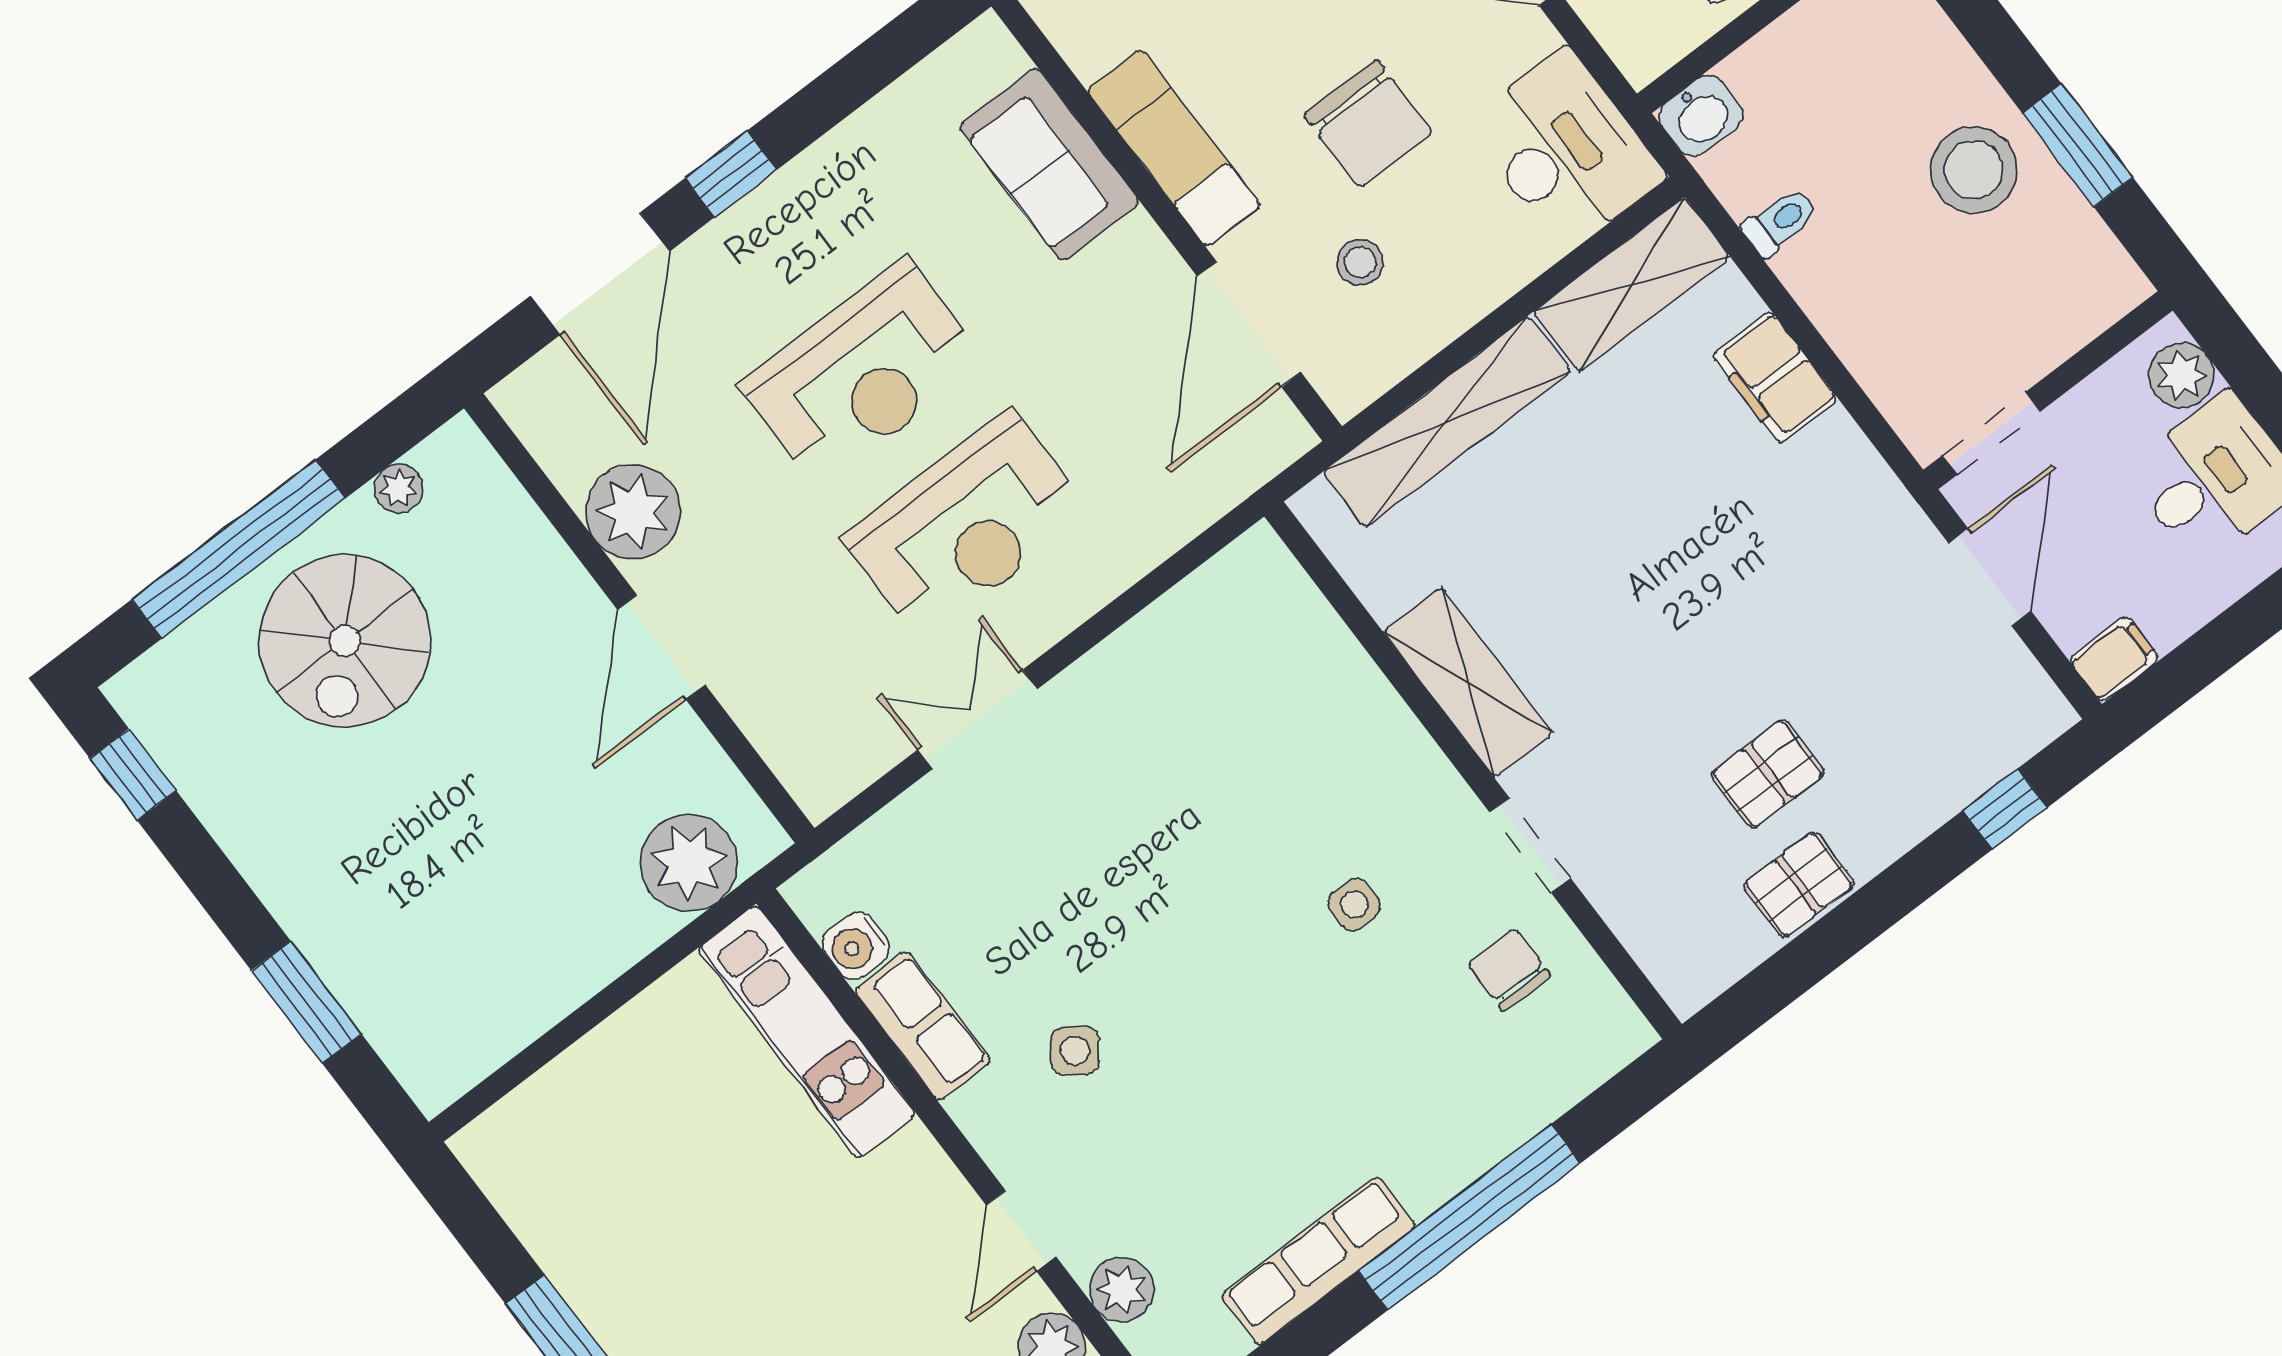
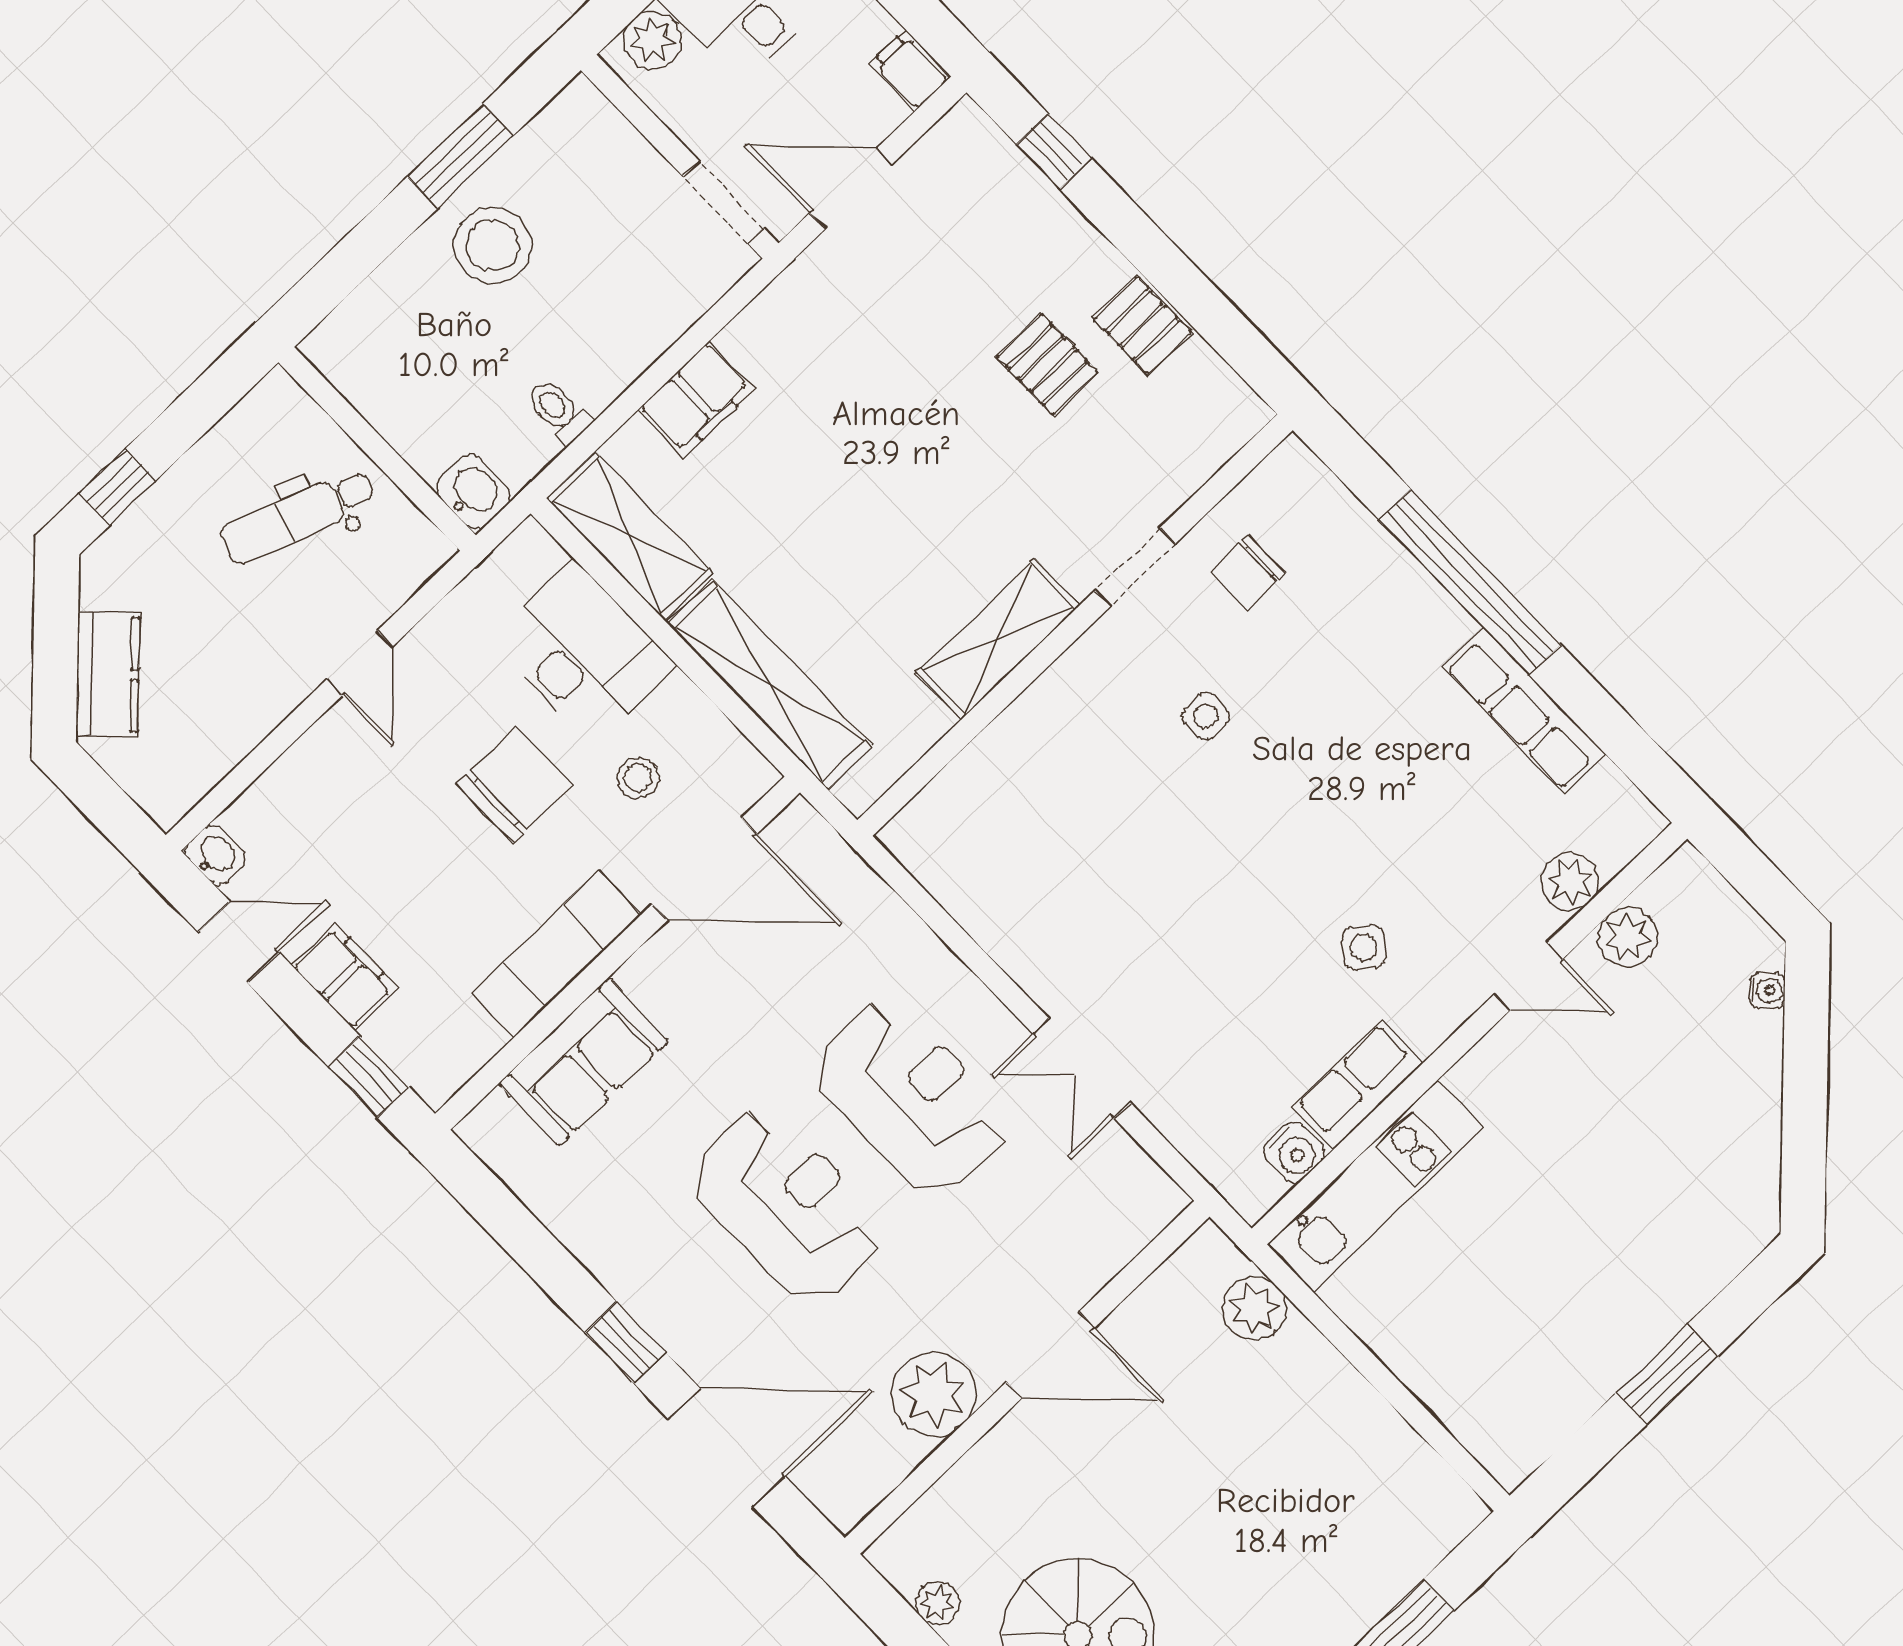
desk: (1565, 150) -> (583, 653), moved, turned 90
plant: (689, 863) -> (1254, 1308), width x0.73, depth x0.73

